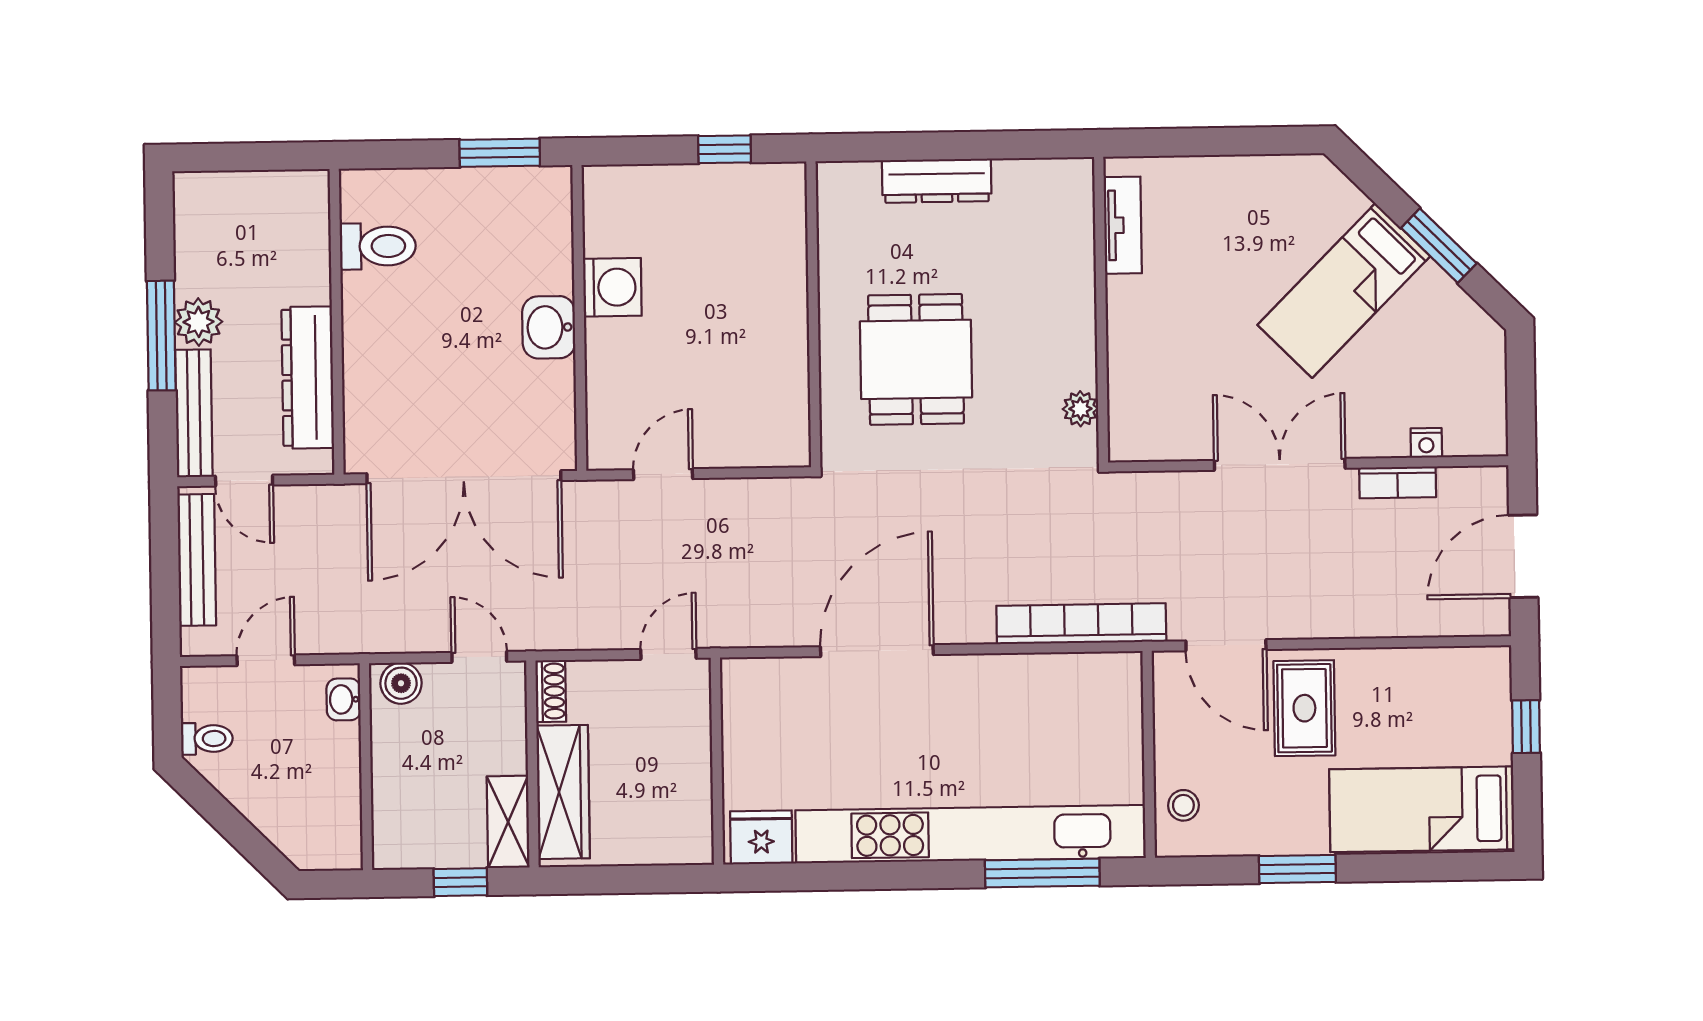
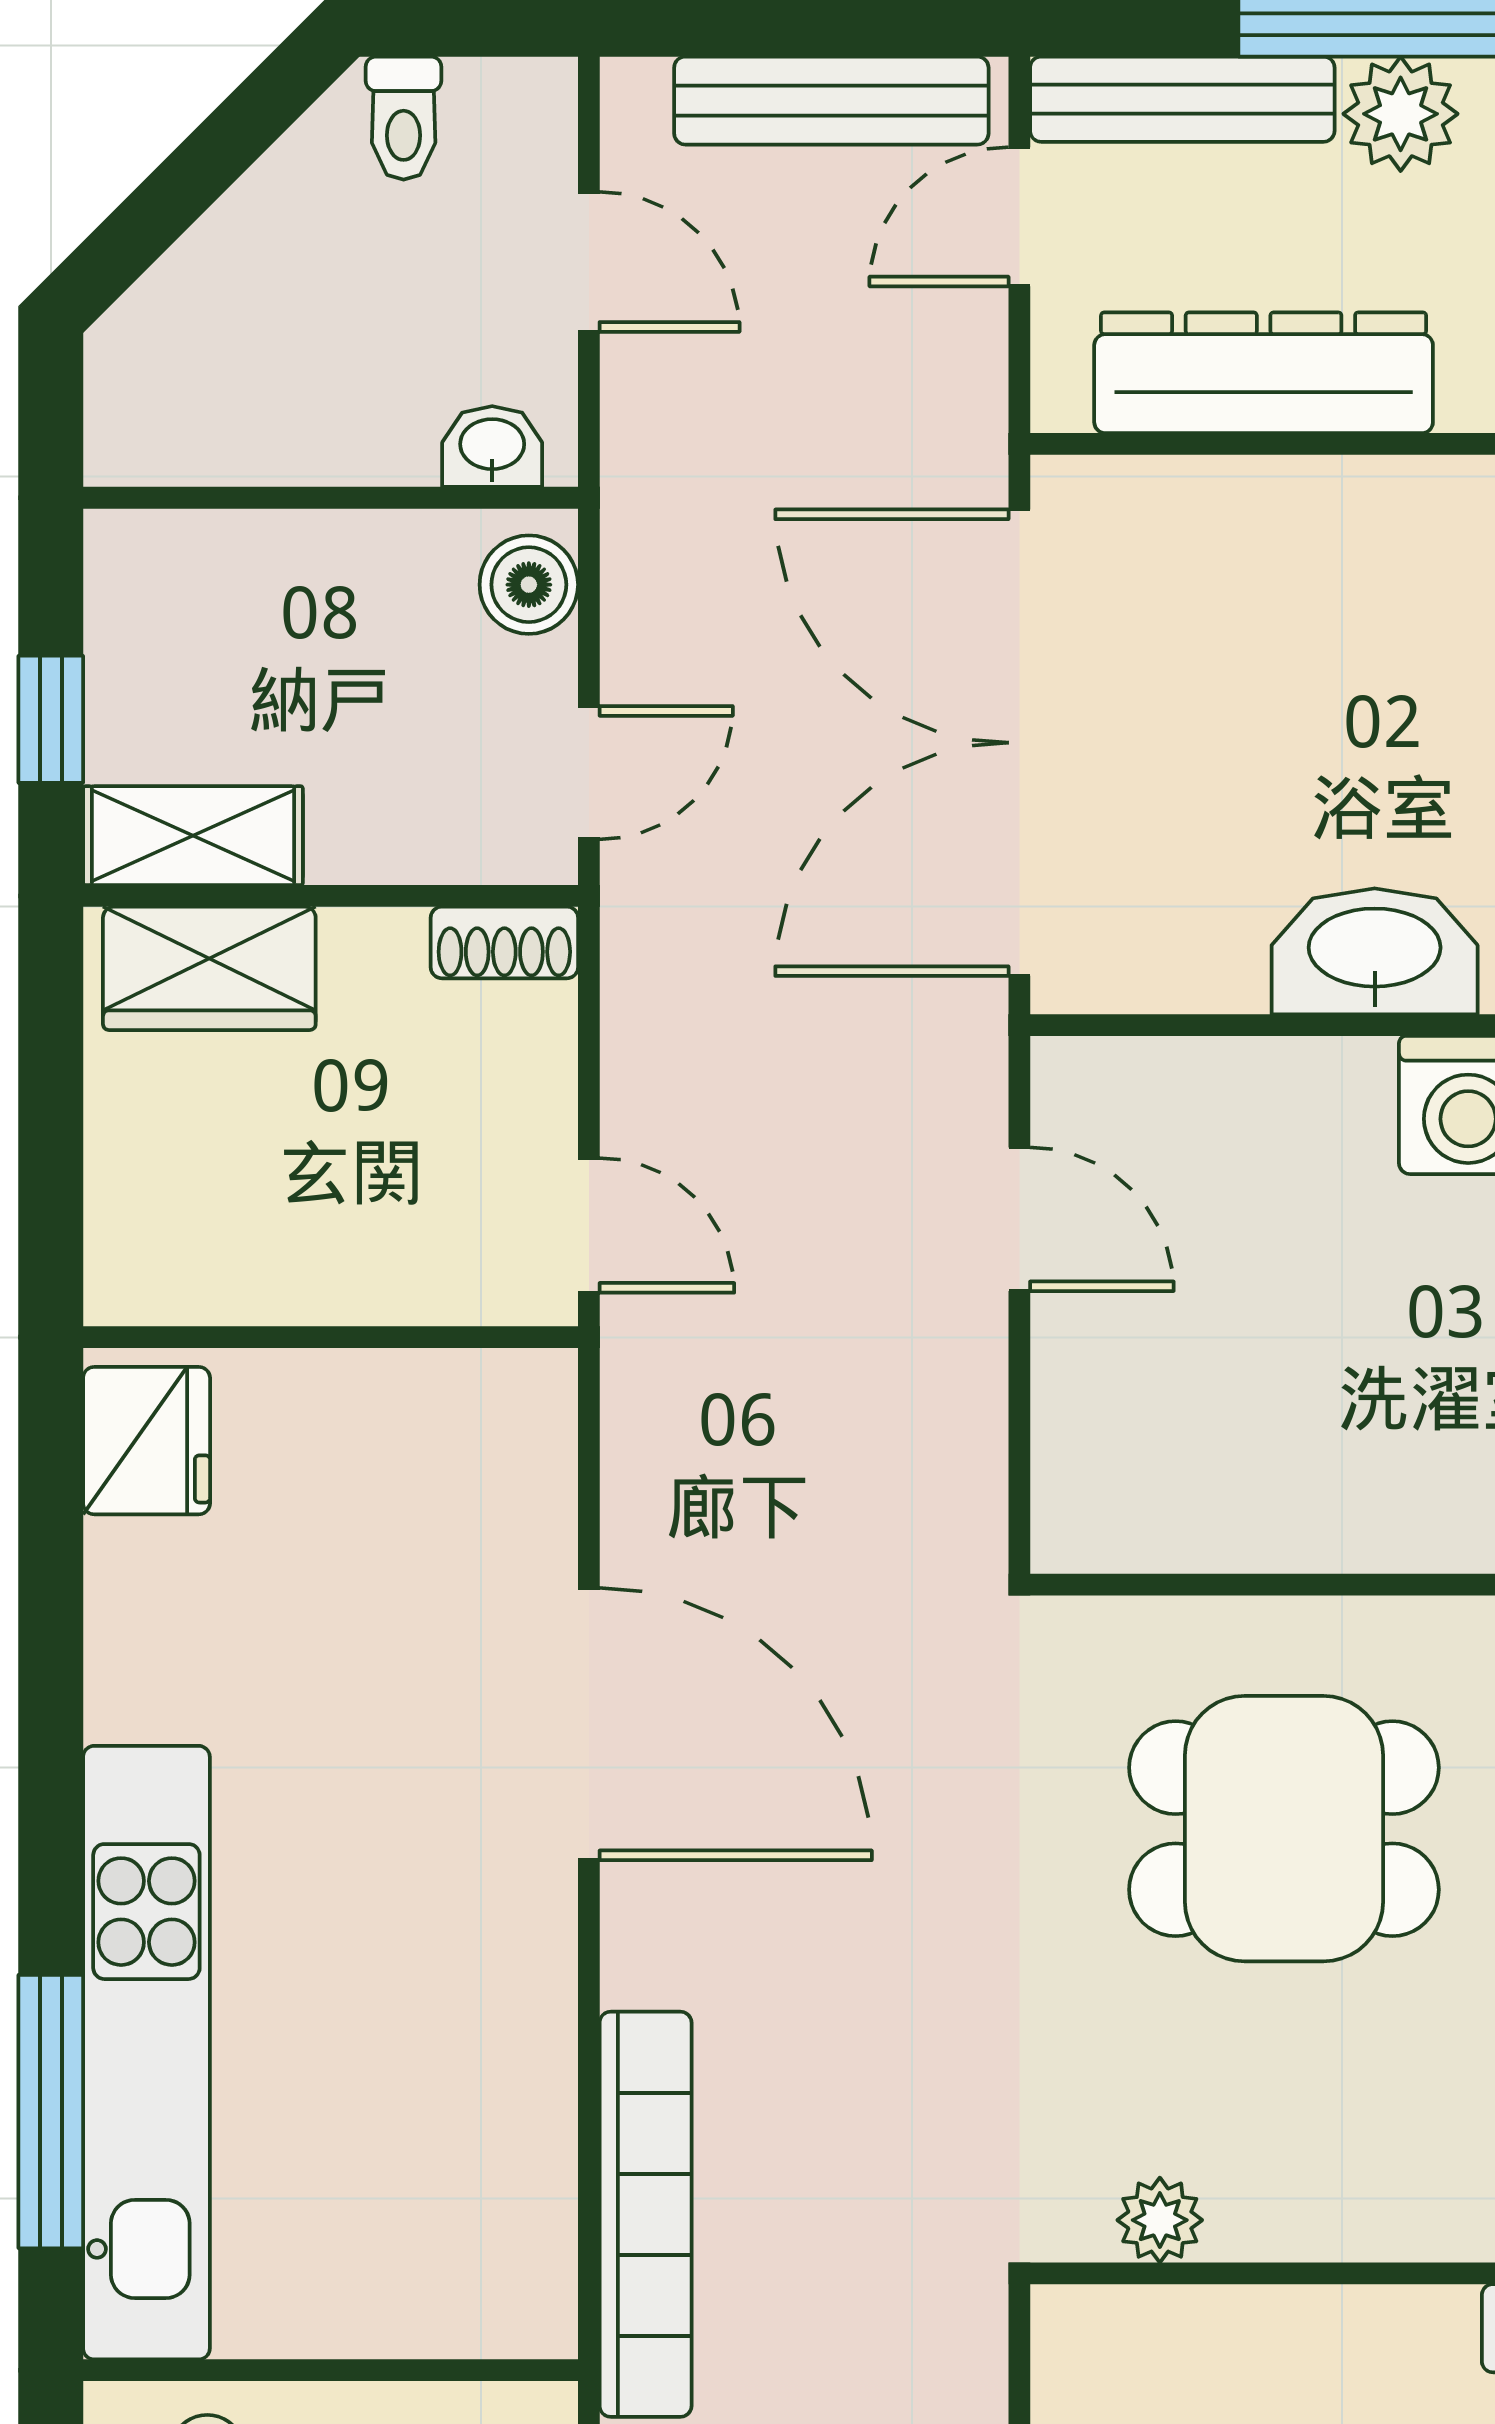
washbasin: (549, 327) -> (1375, 951), width x1.38
wardrobe: (563, 792) -> (209, 968), width x0.67
kitchen unit: (970, 834) -> (146, 2053), width x0.73

